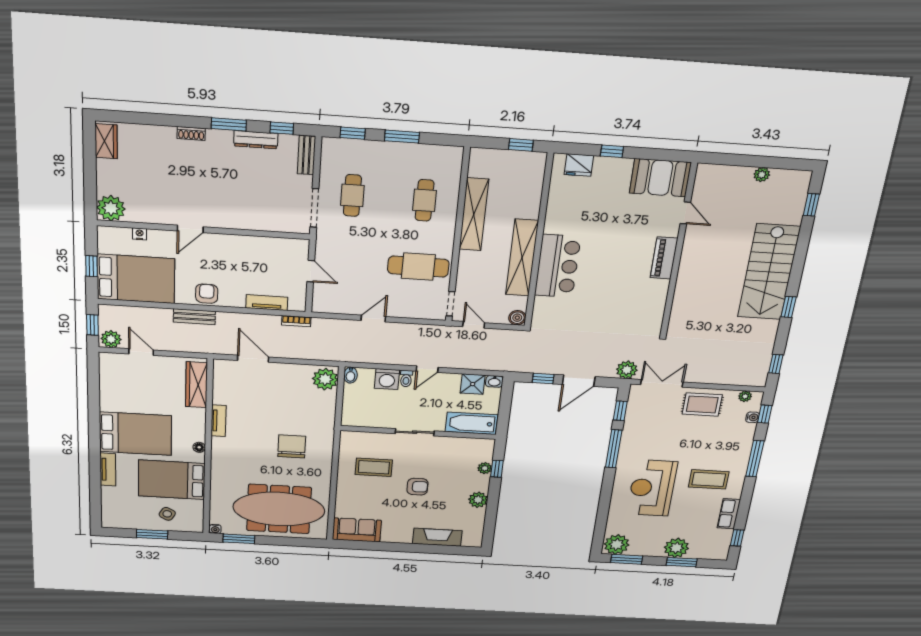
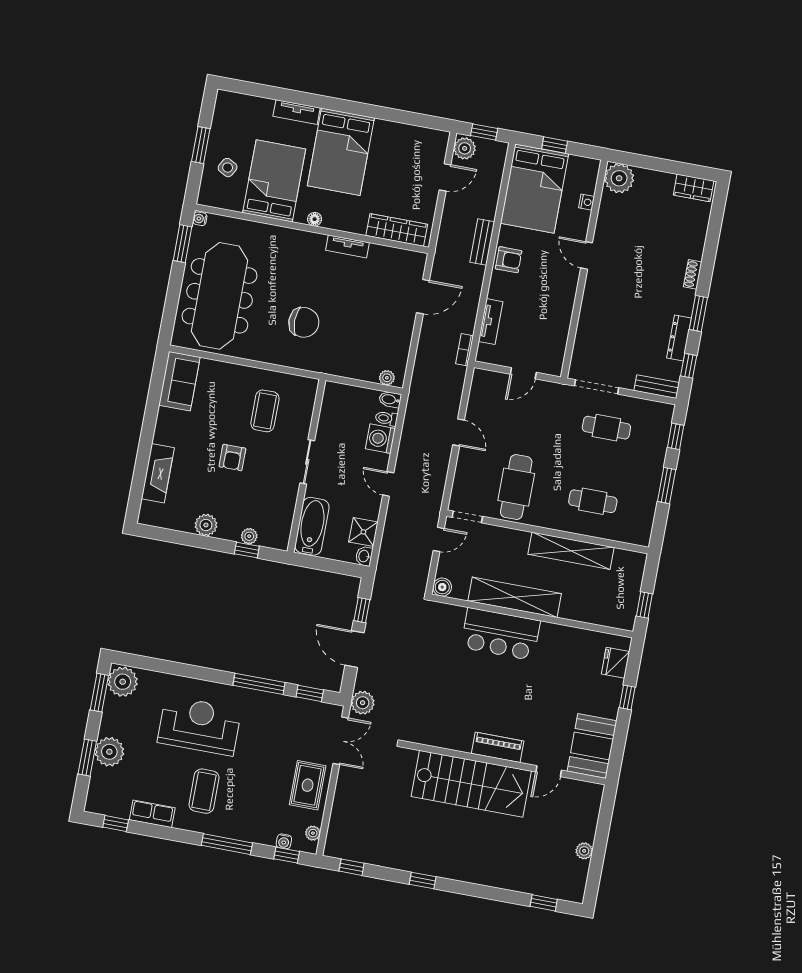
stairs: (769, 272) -> (471, 784), moved, turned 180
plant: (325, 379) -> (387, 378), width x0.53, depth x0.53
toilet: (406, 379) -> (386, 418), moved

